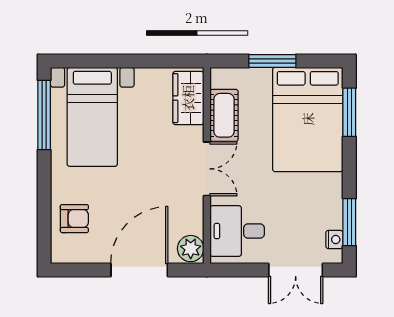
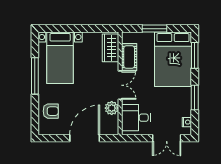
window: (44, 115) -> (35, 76), moved
window: (349, 222) -> (195, 97), moved
plant: (191, 249) -> (112, 108), moved

